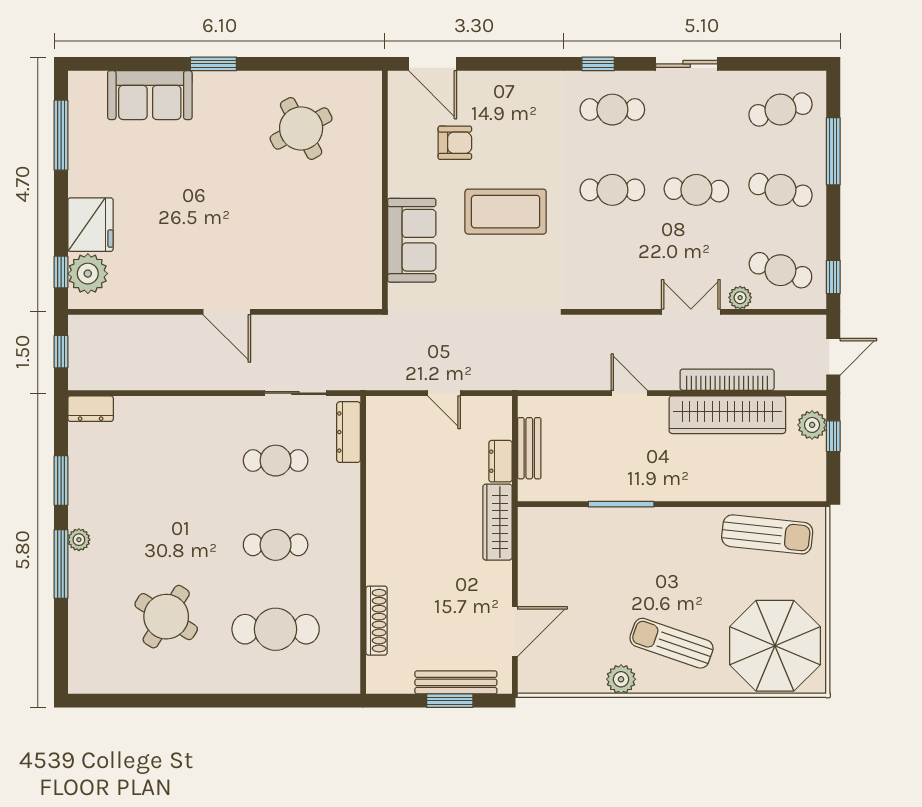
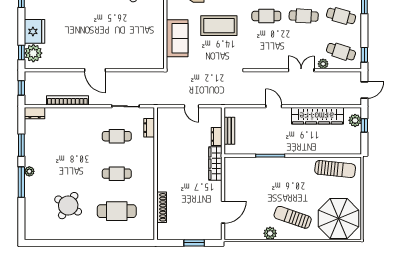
bookcase: (727, 380) -> (67, 100), moved
dresser: (349, 432) -> (149, 128), width x0.70
bench: (456, 682) -> (197, 235), removed

